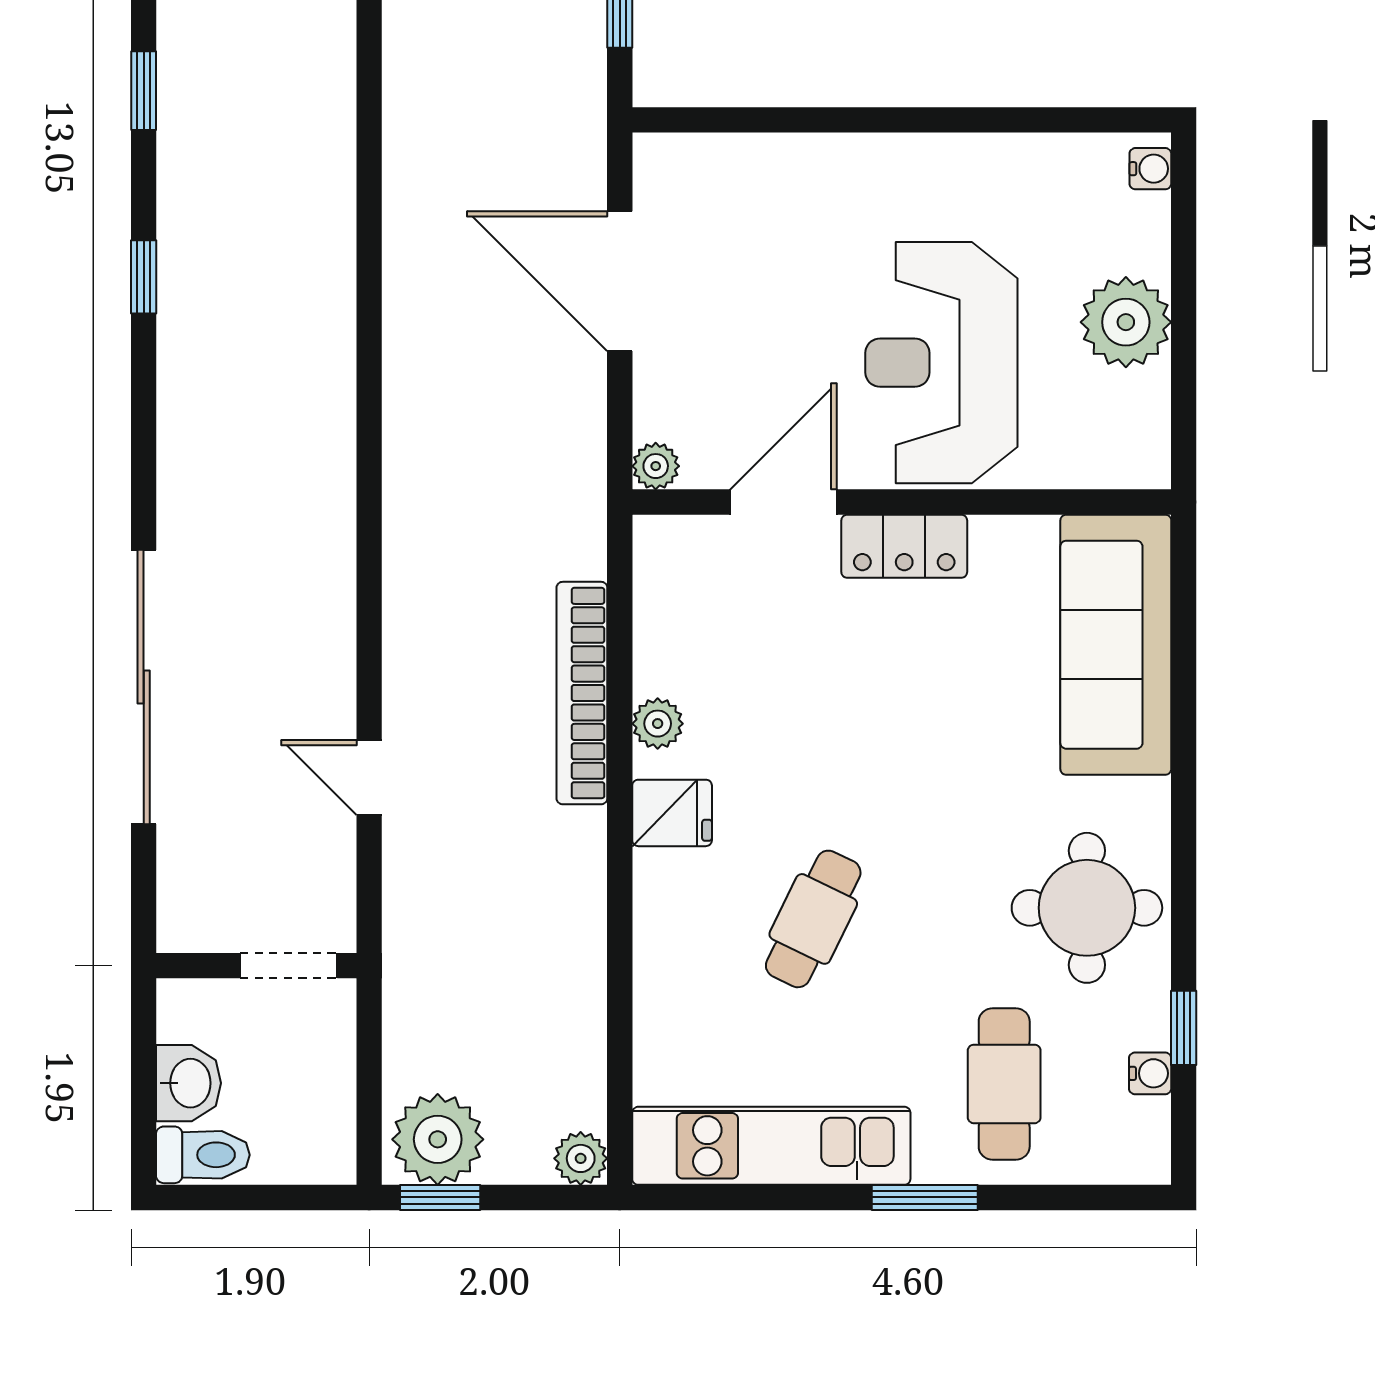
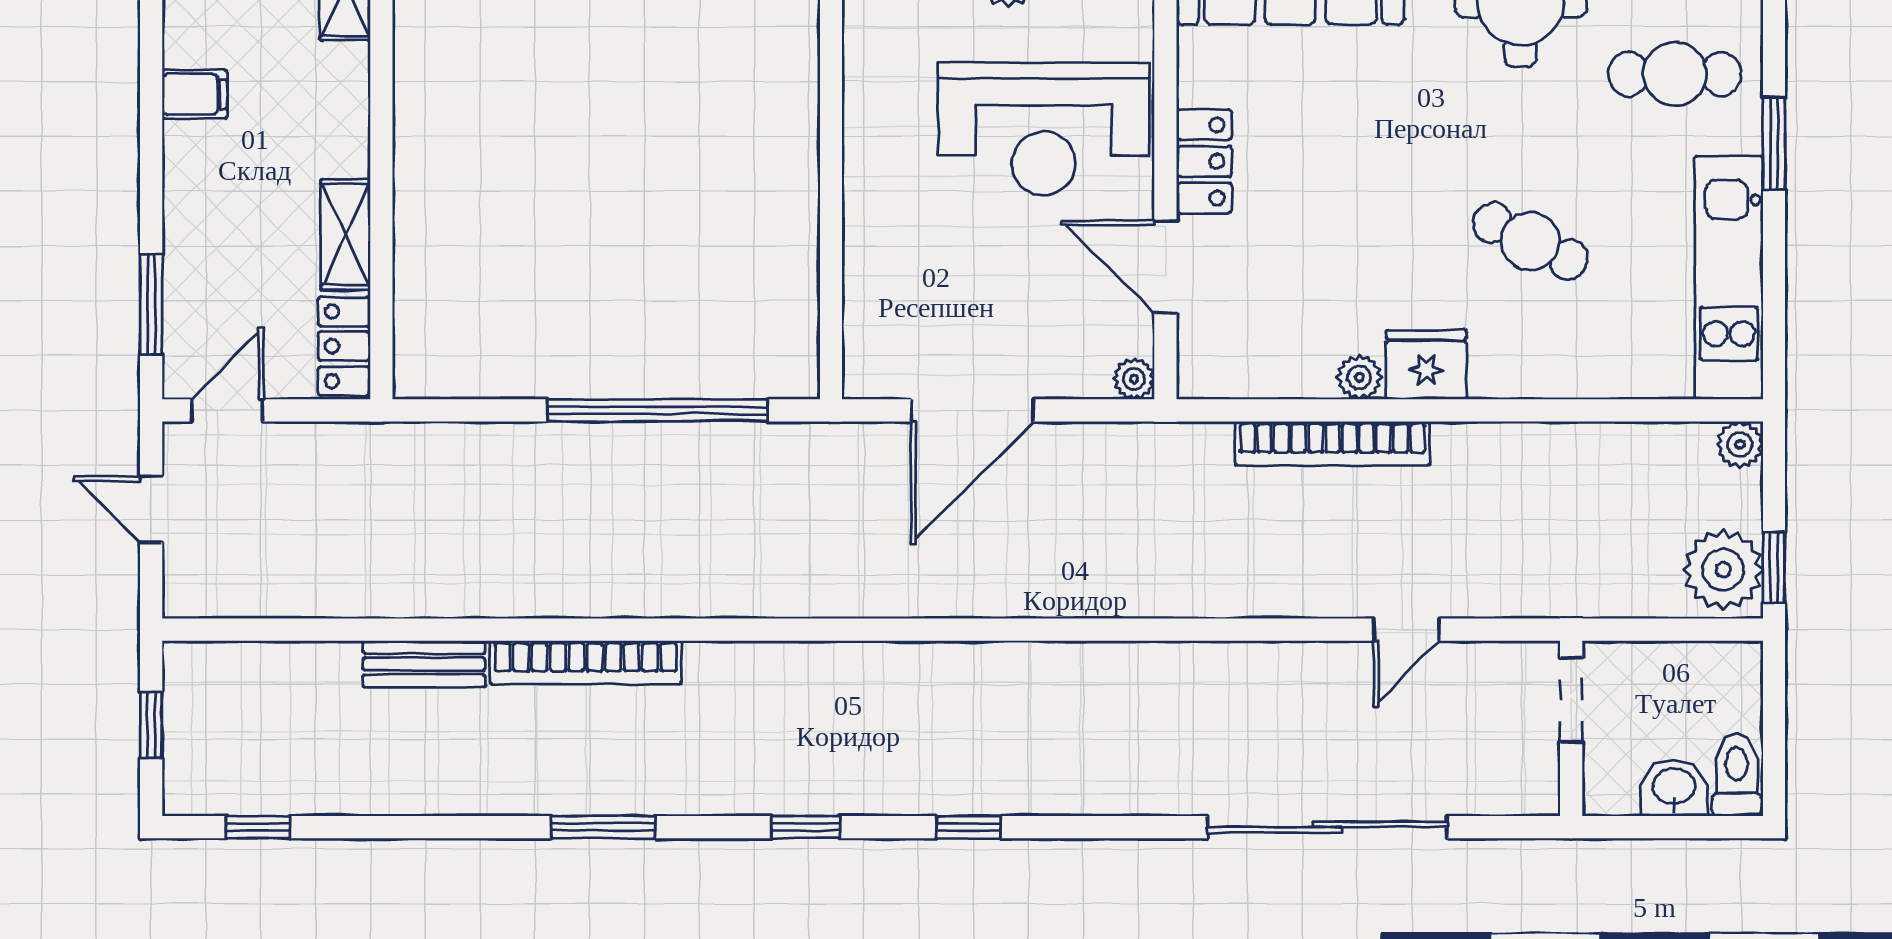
fridge: (672, 813) -> (1426, 365), width x1.38

